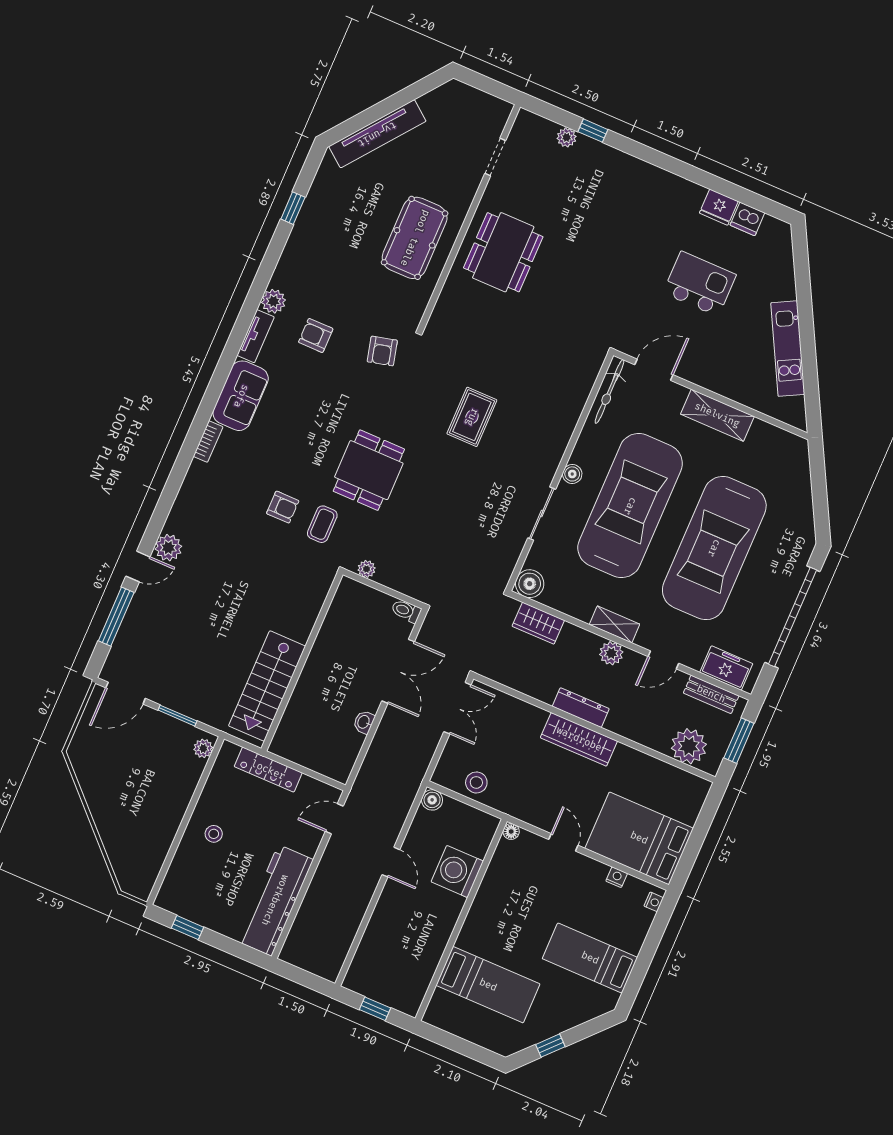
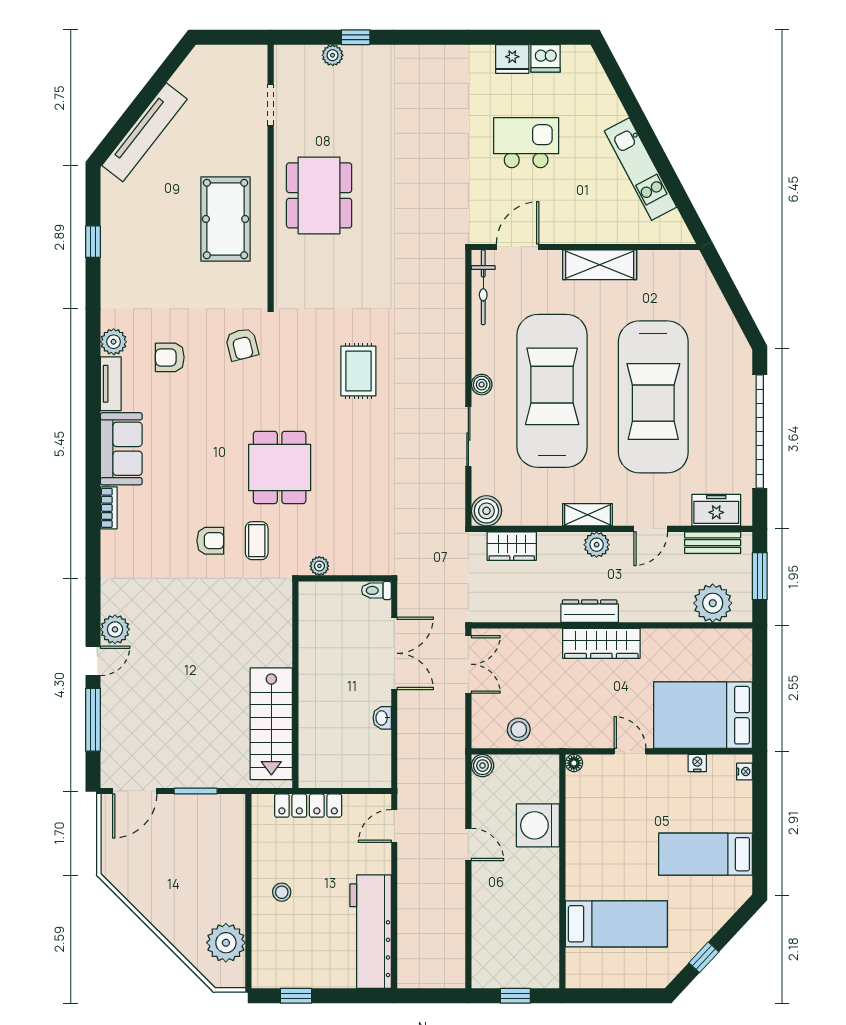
plant: (203, 748) -> (226, 943), moved, width x1.87, depth x1.87

